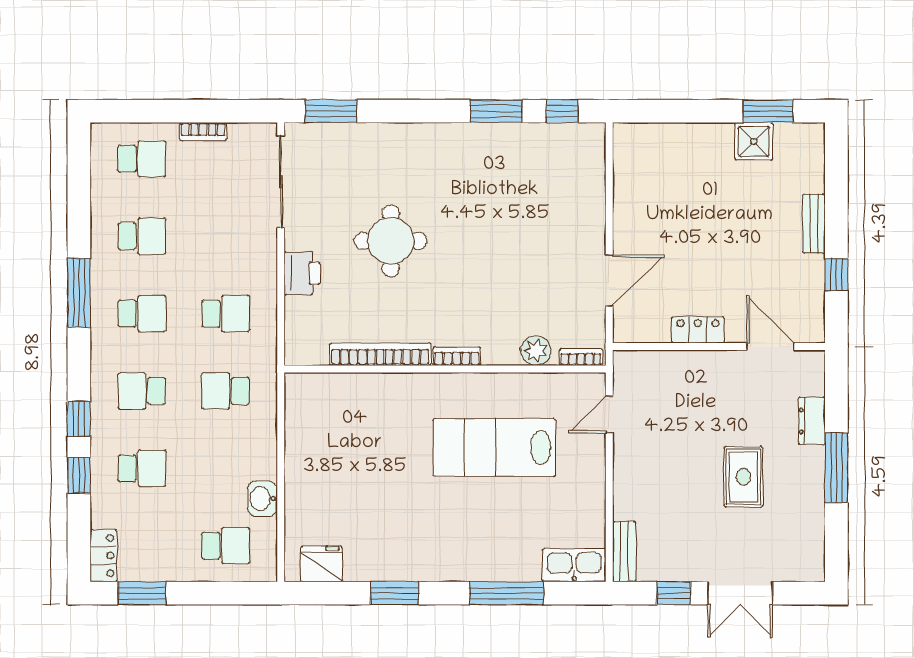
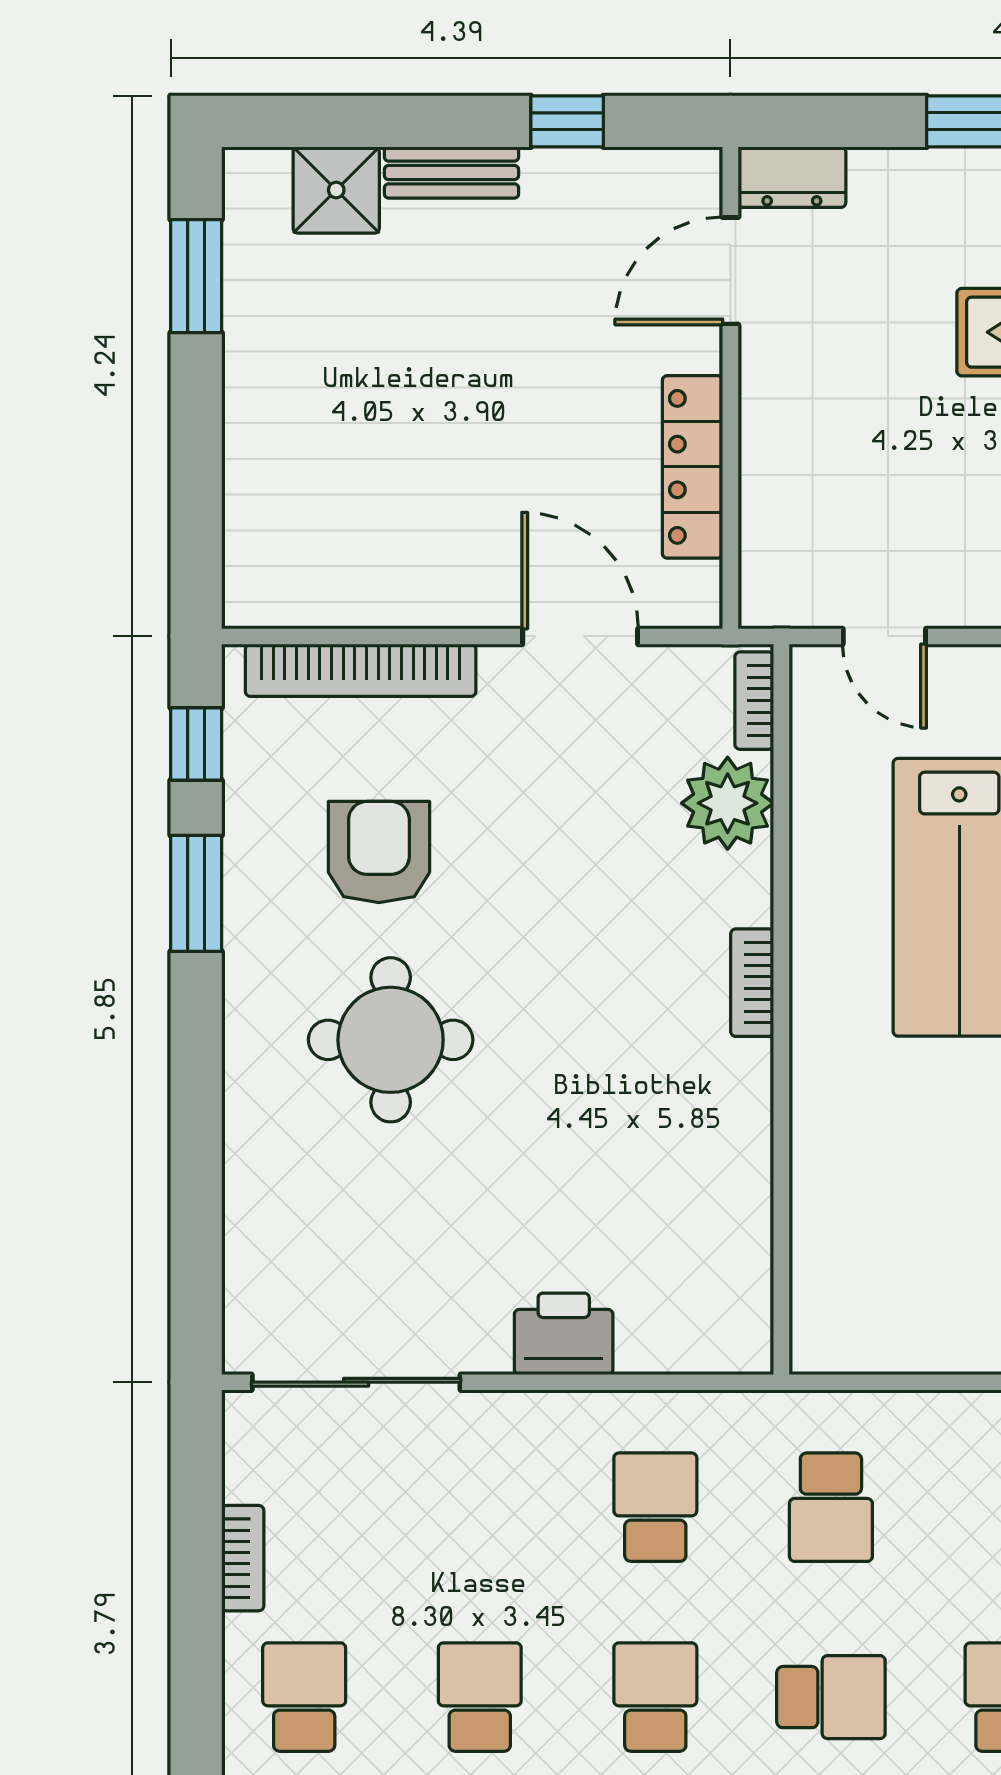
window: (331, 111) -> (196, 1268), removed
shower: (754, 141) -> (336, 190), moved
armchair: (514, 192) -> (379, 852), added
round table: (391, 241) -> (391, 1040), moved
locker: (698, 330) -> (692, 467), width x1.53
plant: (536, 351) -> (728, 803), width x1.36, depth x1.36
bookcase: (380, 354) -> (361, 670), moved, turned -90
school desk: (142, 391) -> (831, 1697), turned -90
dresser: (812, 421) -> (792, 177), moved

